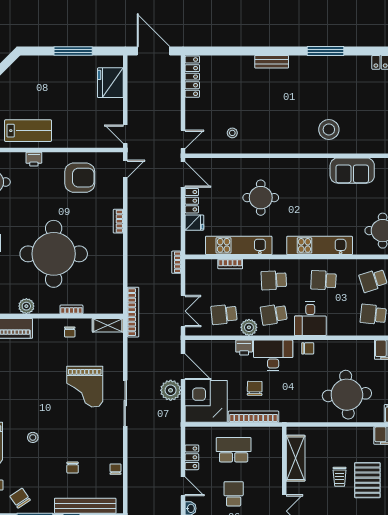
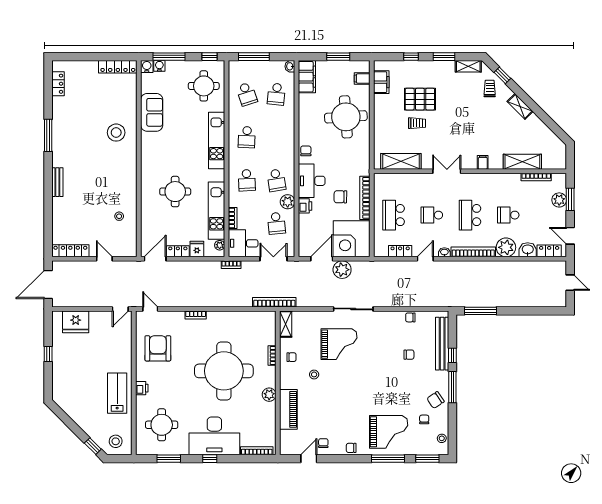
window: (73, 51) -> (48, 354), width x0.46
door: (183, 139) -> (104, 259), moved
plant: (199, 249) -> (220, 245), added
desk: (310, 319) -> (243, 243), moved, turned 180
stool: (33, 437) -> (314, 374), moved

